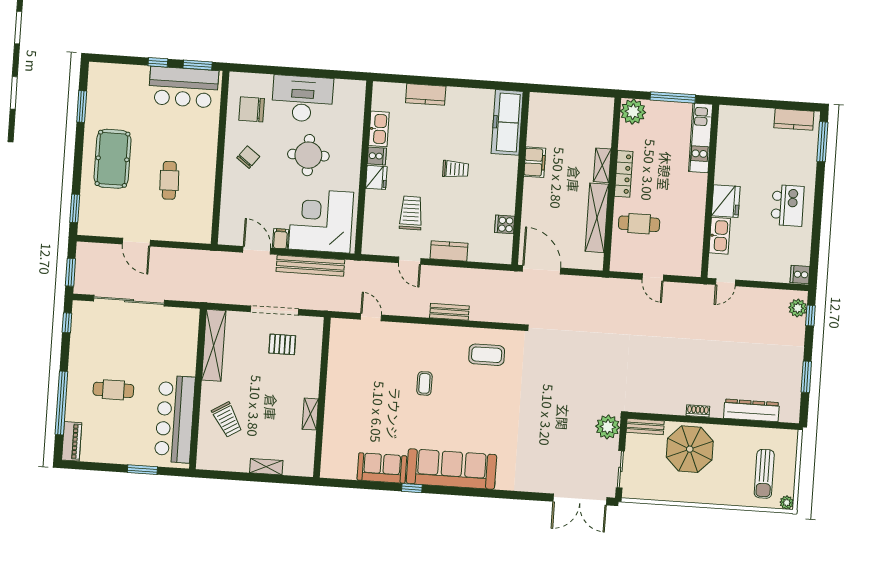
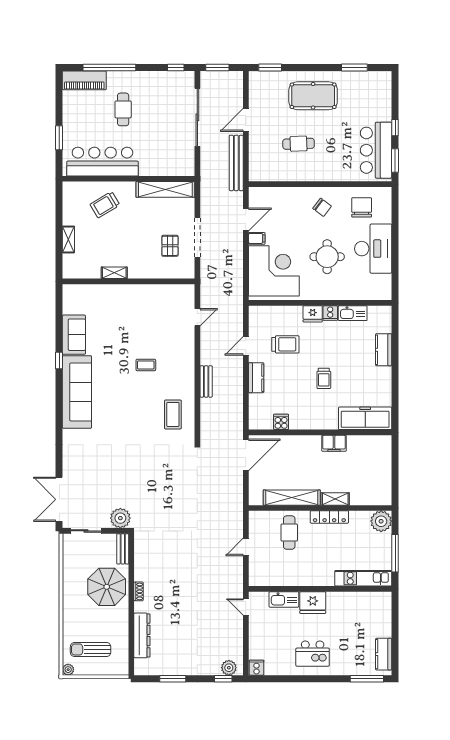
bench: (310, 266) -> (236, 163), moved
piano: (72, 441) -> (84, 80), width x1.37, depth x1.33

